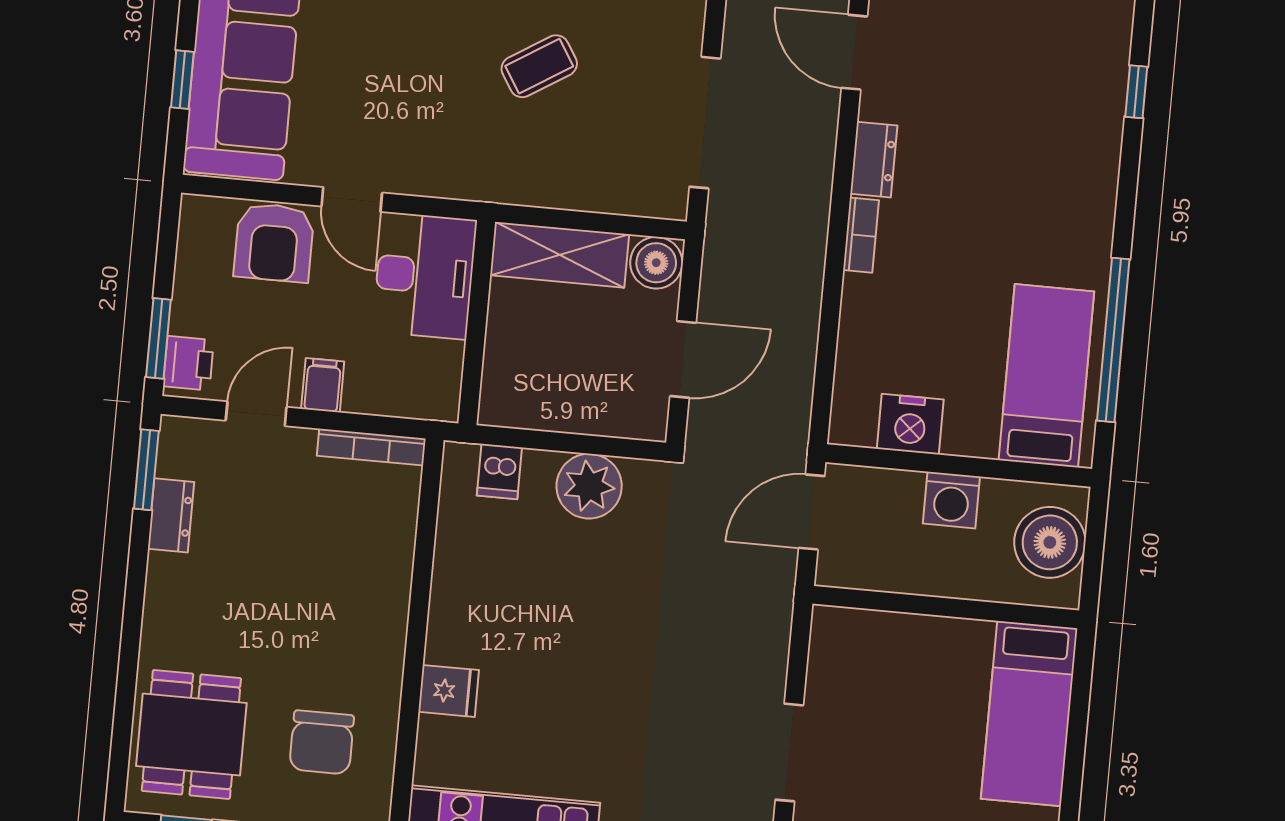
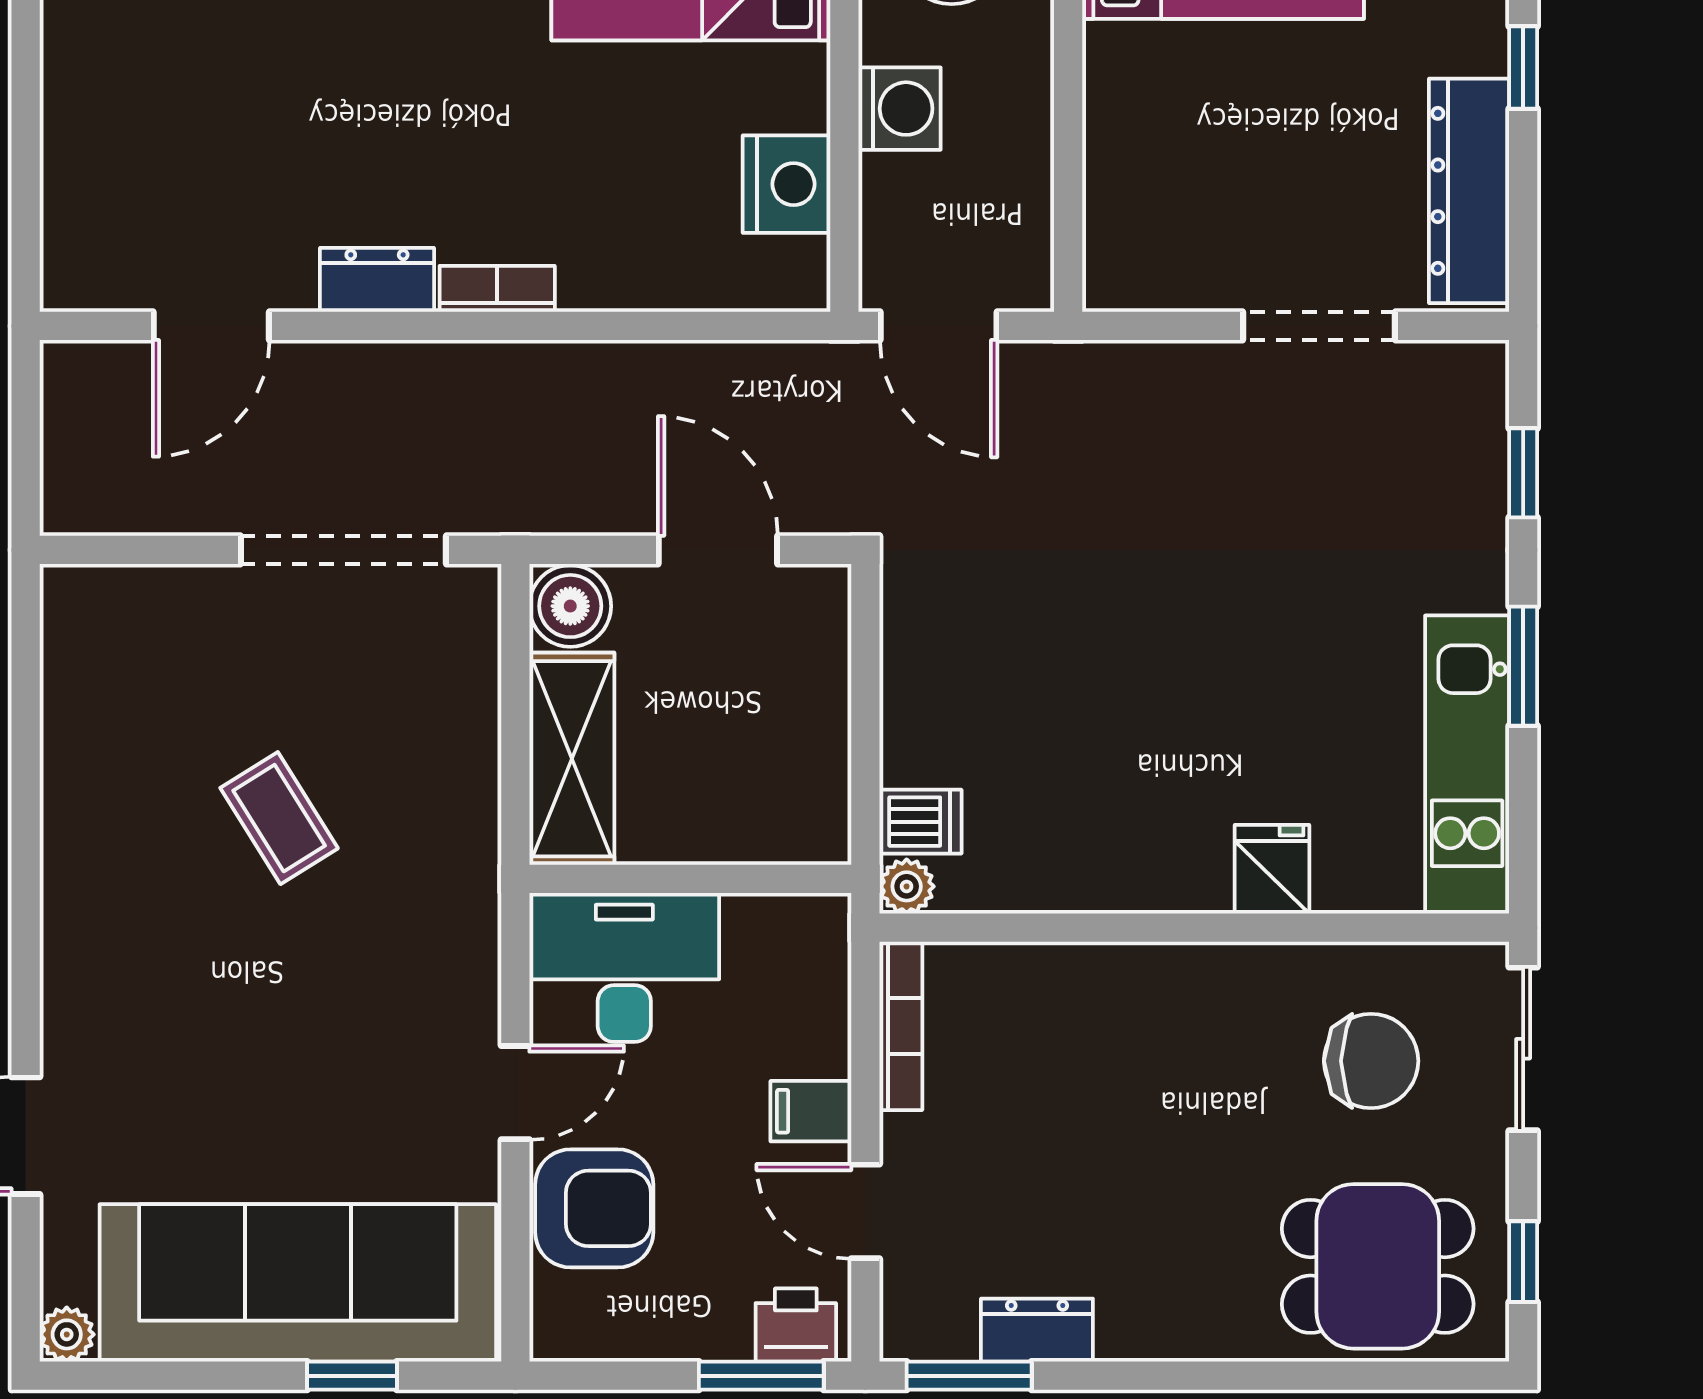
plant: (589, 486) -> (907, 886), moved, width x0.53, depth x0.53

